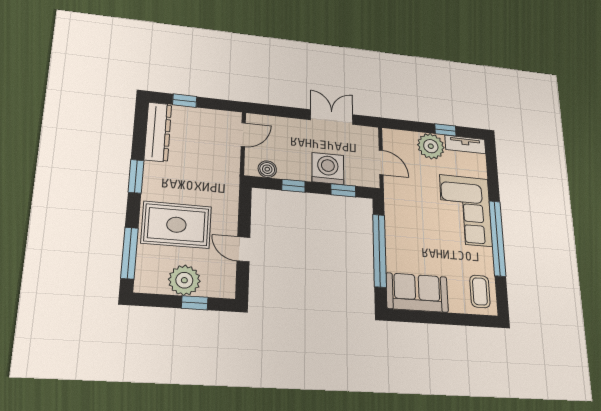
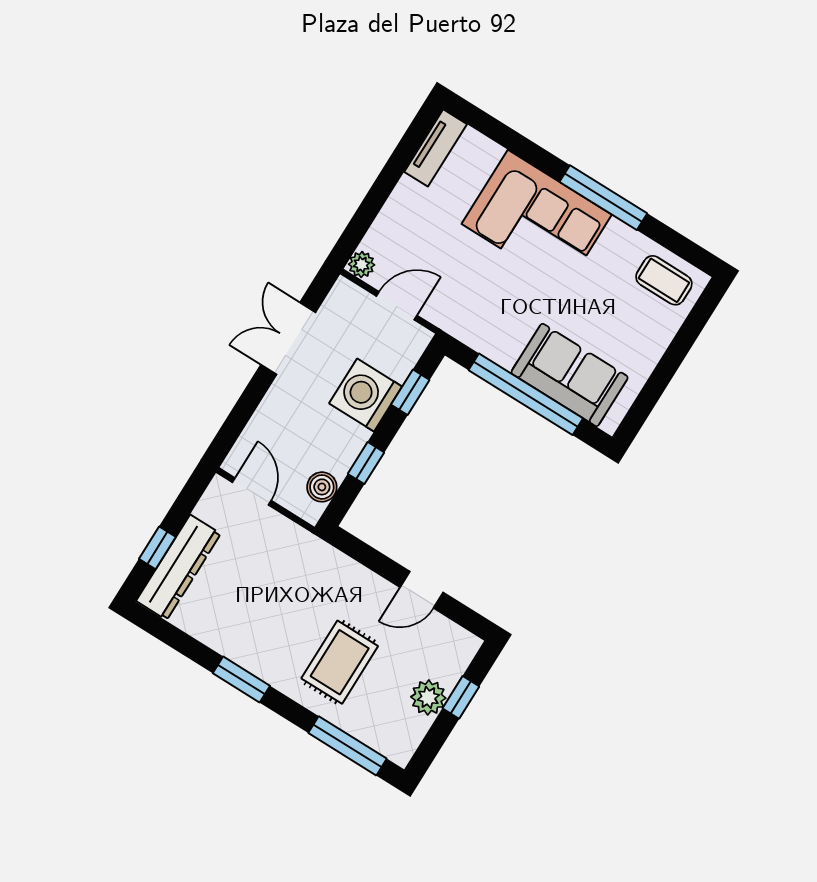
window: (445, 130) -> (396, 165), removed
dresser: (158, 132) -> (178, 567), moved, turned 90
plant: (431, 146) -> (362, 265), moved, width x0.53, depth x0.53
rug: (176, 225) -> (340, 662), width x0.73, depth x0.70
window: (497, 238) -> (603, 198), width x0.68
plant: (184, 280) -> (428, 697), width x0.73, depth x0.73
sofa: (417, 293) -> (570, 375), moved, turned 90

